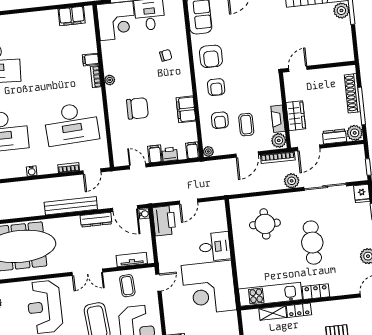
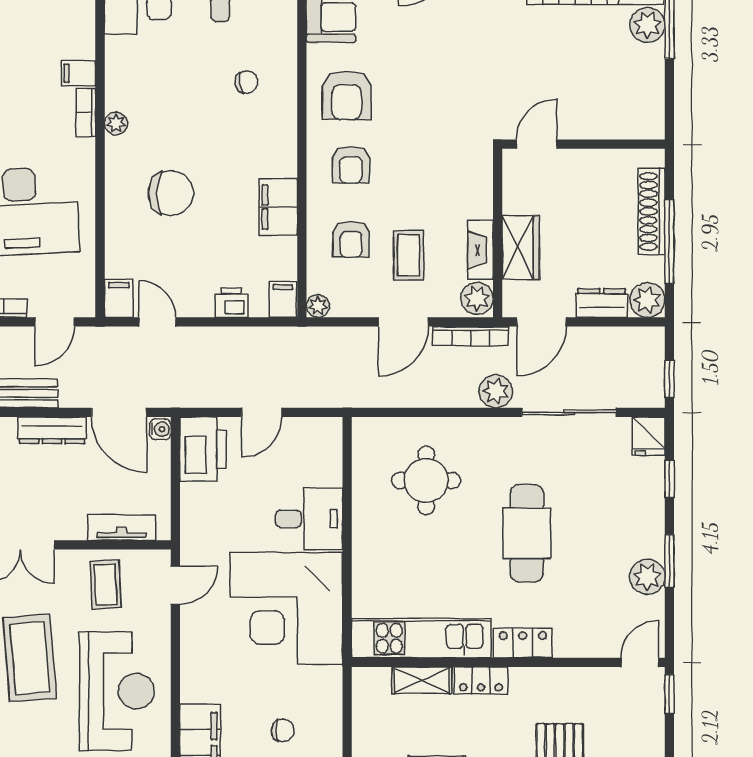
filing cabinet: (155, 154) -> (119, 298), moved

